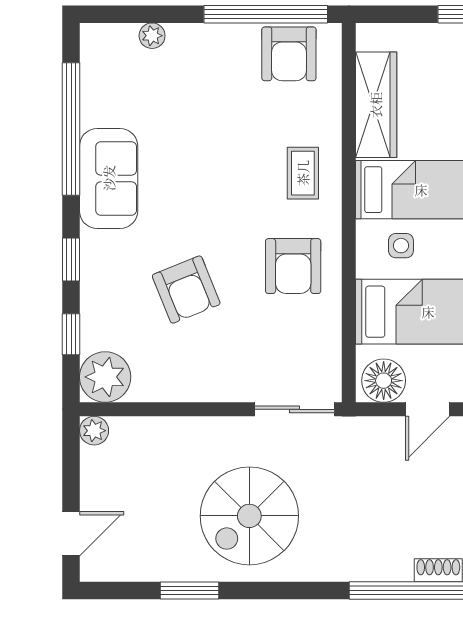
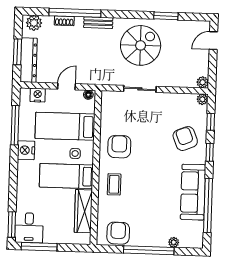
window: (266, 14) -> (149, 250), moved
sofa: (109, 178) -> (193, 192), width x1.36
armchair: (186, 290) -> (185, 139), moved
plant: (105, 377) -> (202, 99), width x0.53, depth x0.53
floor lamp: (384, 381) -> (88, 95), width x0.53, depth x0.53
sliding door: (295, 409) -> (140, 89), moved
bench: (355, 568) -> (98, 23), added

